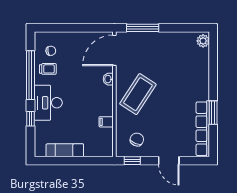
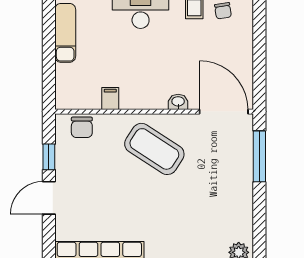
chair: (137, 140) -> (82, 127), moved, turned 68
window: (132, 161) -> (49, 157), moved

